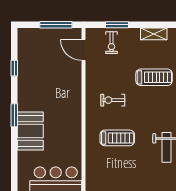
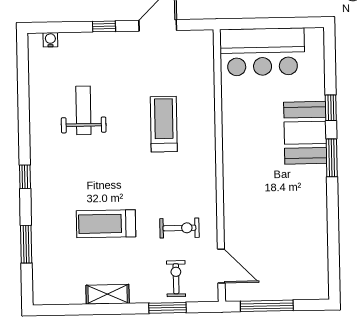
window: (14, 68) -> (331, 108), moved
exercise bike: (113, 100) -> (179, 228), moved
treadmill: (117, 138) -> (164, 124), turned 90

